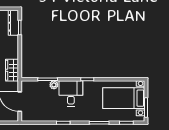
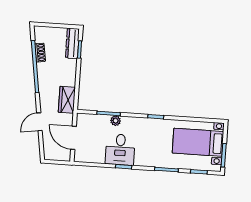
desk: (71, 93) -> (120, 150), moved, turned 180

